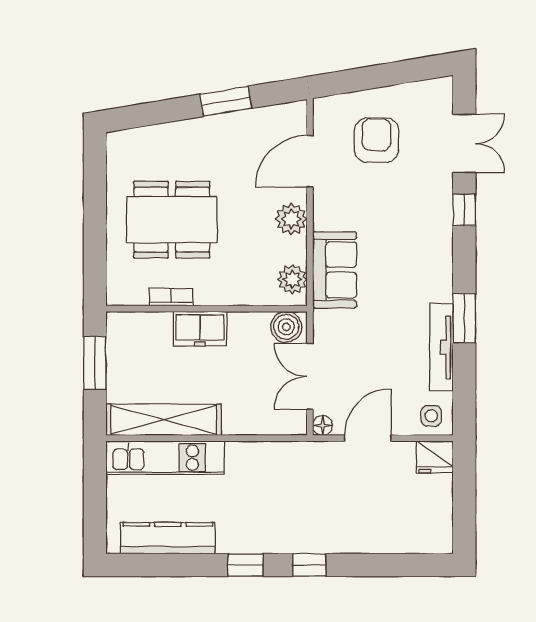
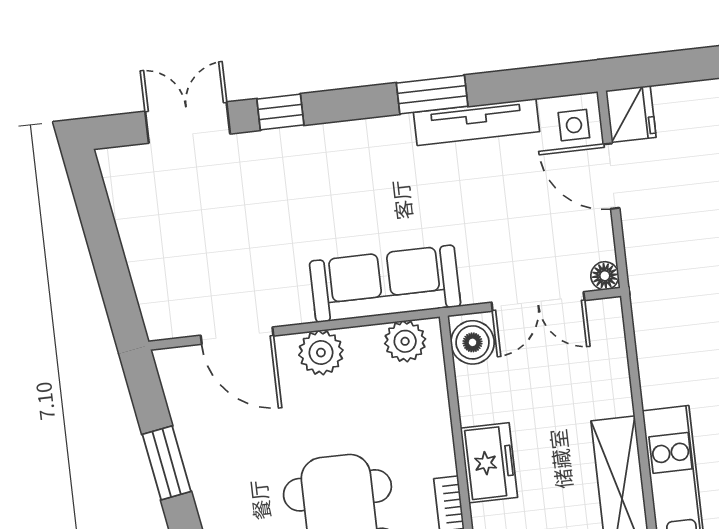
armchair: (376, 140) -> (197, 246), removed
sofa: (335, 270) -> (385, 284), width x1.36
door: (368, 438) -> (611, 176), moved

